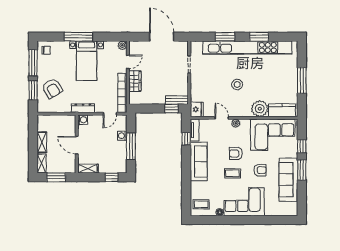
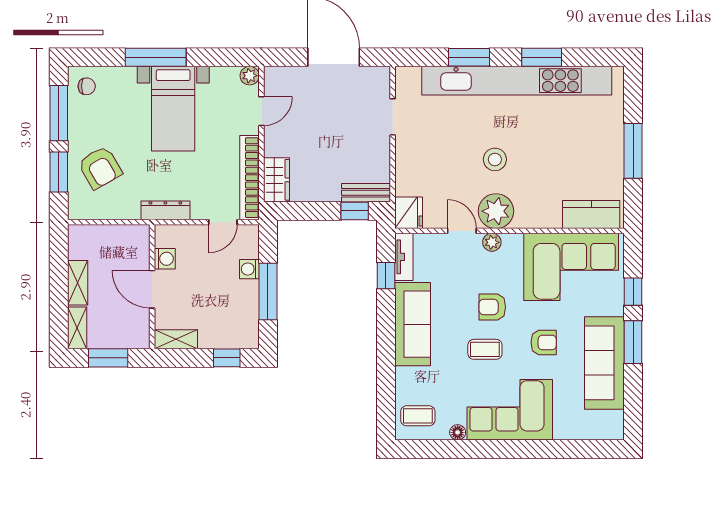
wardrobe: (135, 81) -> (276, 180), moved
plant: (260, 109) -> (496, 211), moved
washing machine: (83, 120) -> (165, 259), moved

